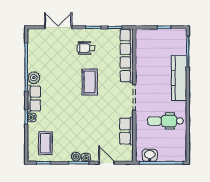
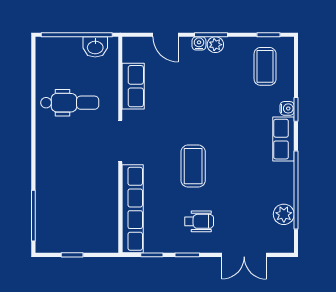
plant: (34, 78) -> (284, 214), moved
kitchen counter: (179, 78) -> (48, 173), removed

